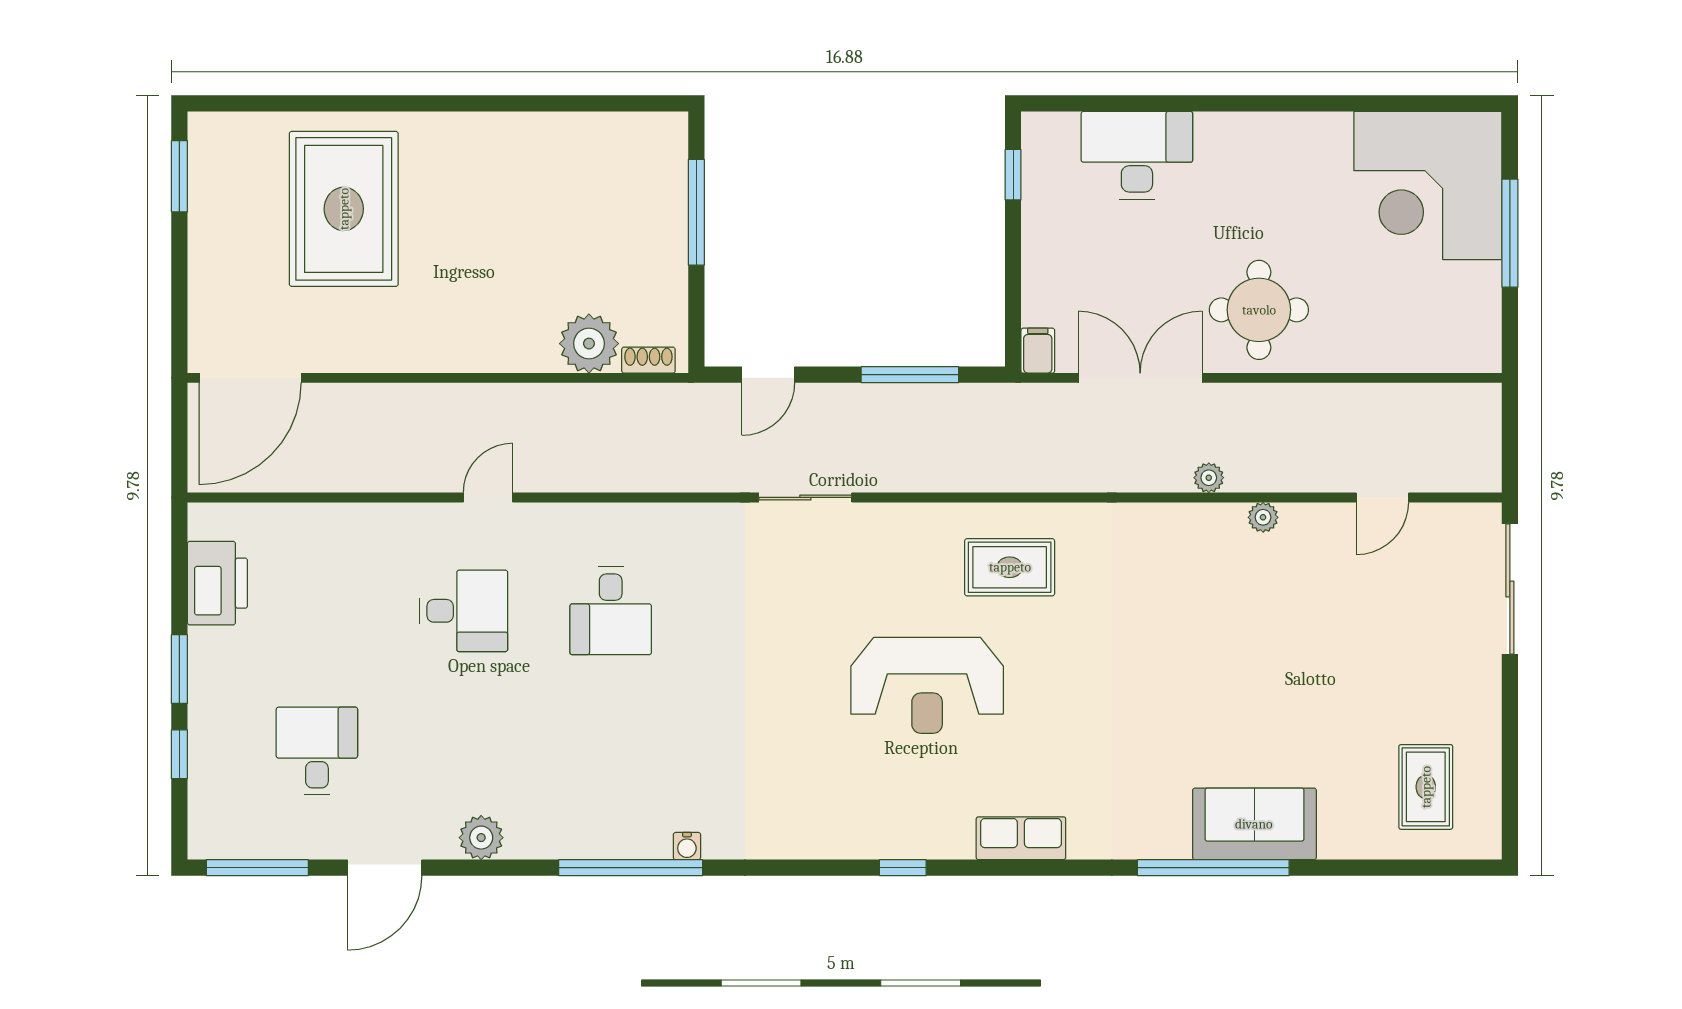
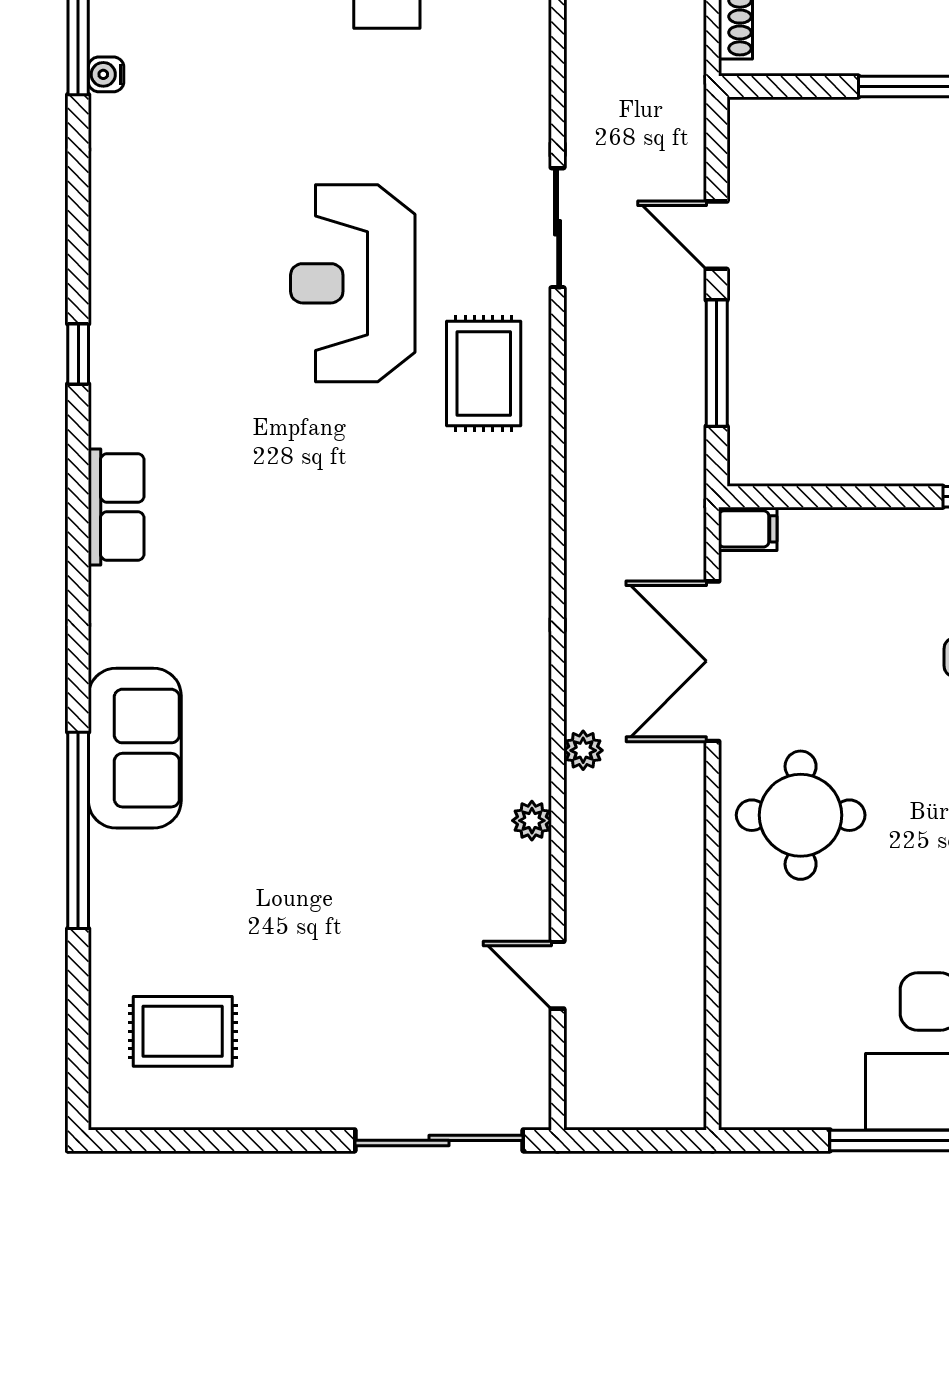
door: (768, 375) -> (717, 235), moved
double door: (1140, 378) -> (713, 661), swing flipped
rug: (1010, 567) -> (484, 374), moved
reception desk: (927, 685) -> (353, 283), moved
sofa: (1254, 824) -> (135, 748), moved
window: (1213, 868) -> (78, 830), moved

